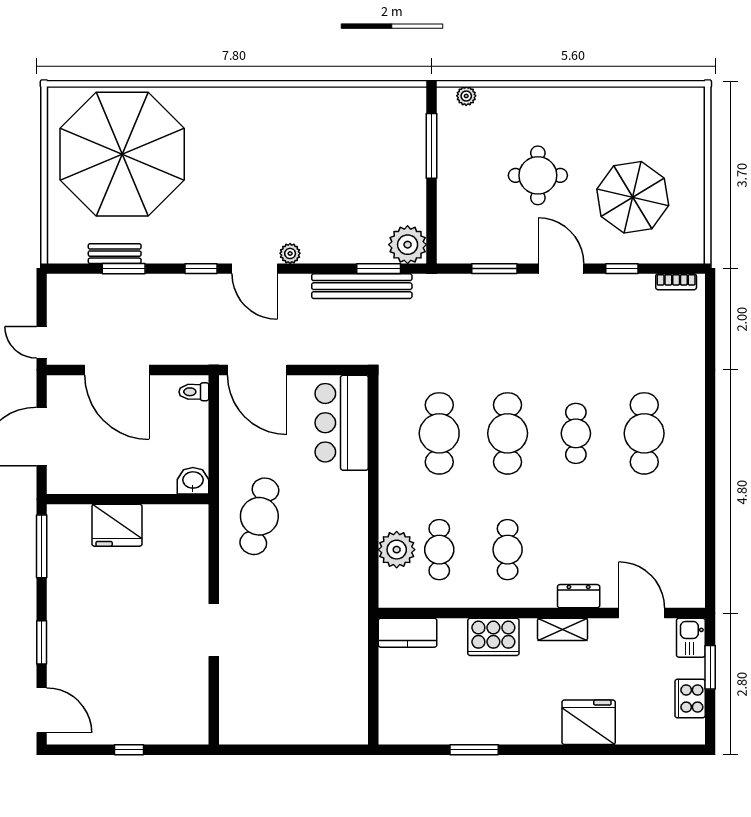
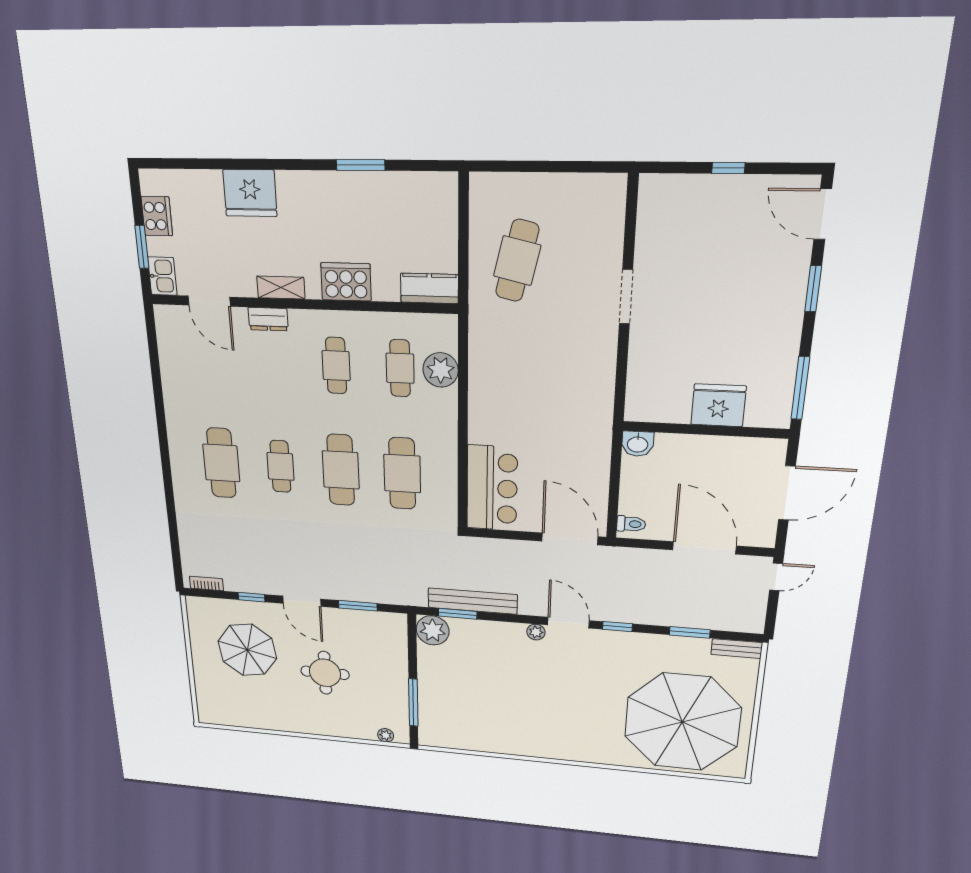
bench: (115, 254) -> (737, 649), moved
door: (42, 342) -> (776, 577), hinge flipped
cafe table: (259, 516) -> (517, 261), moved

